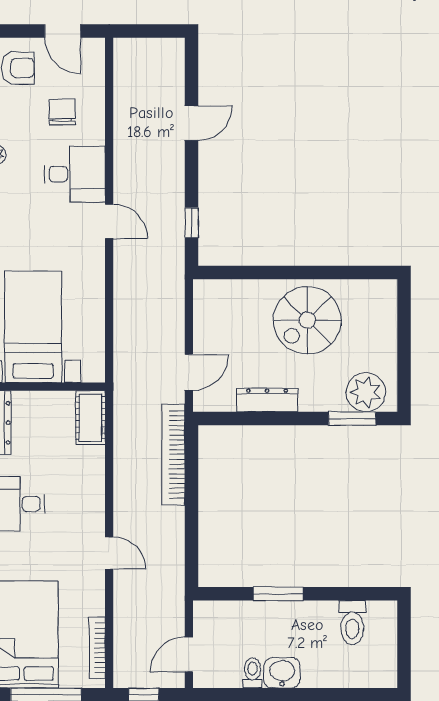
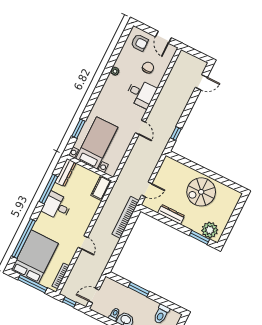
door: (192, 123) -> (201, 82), moved
door: (109, 221) -> (140, 127), moved

